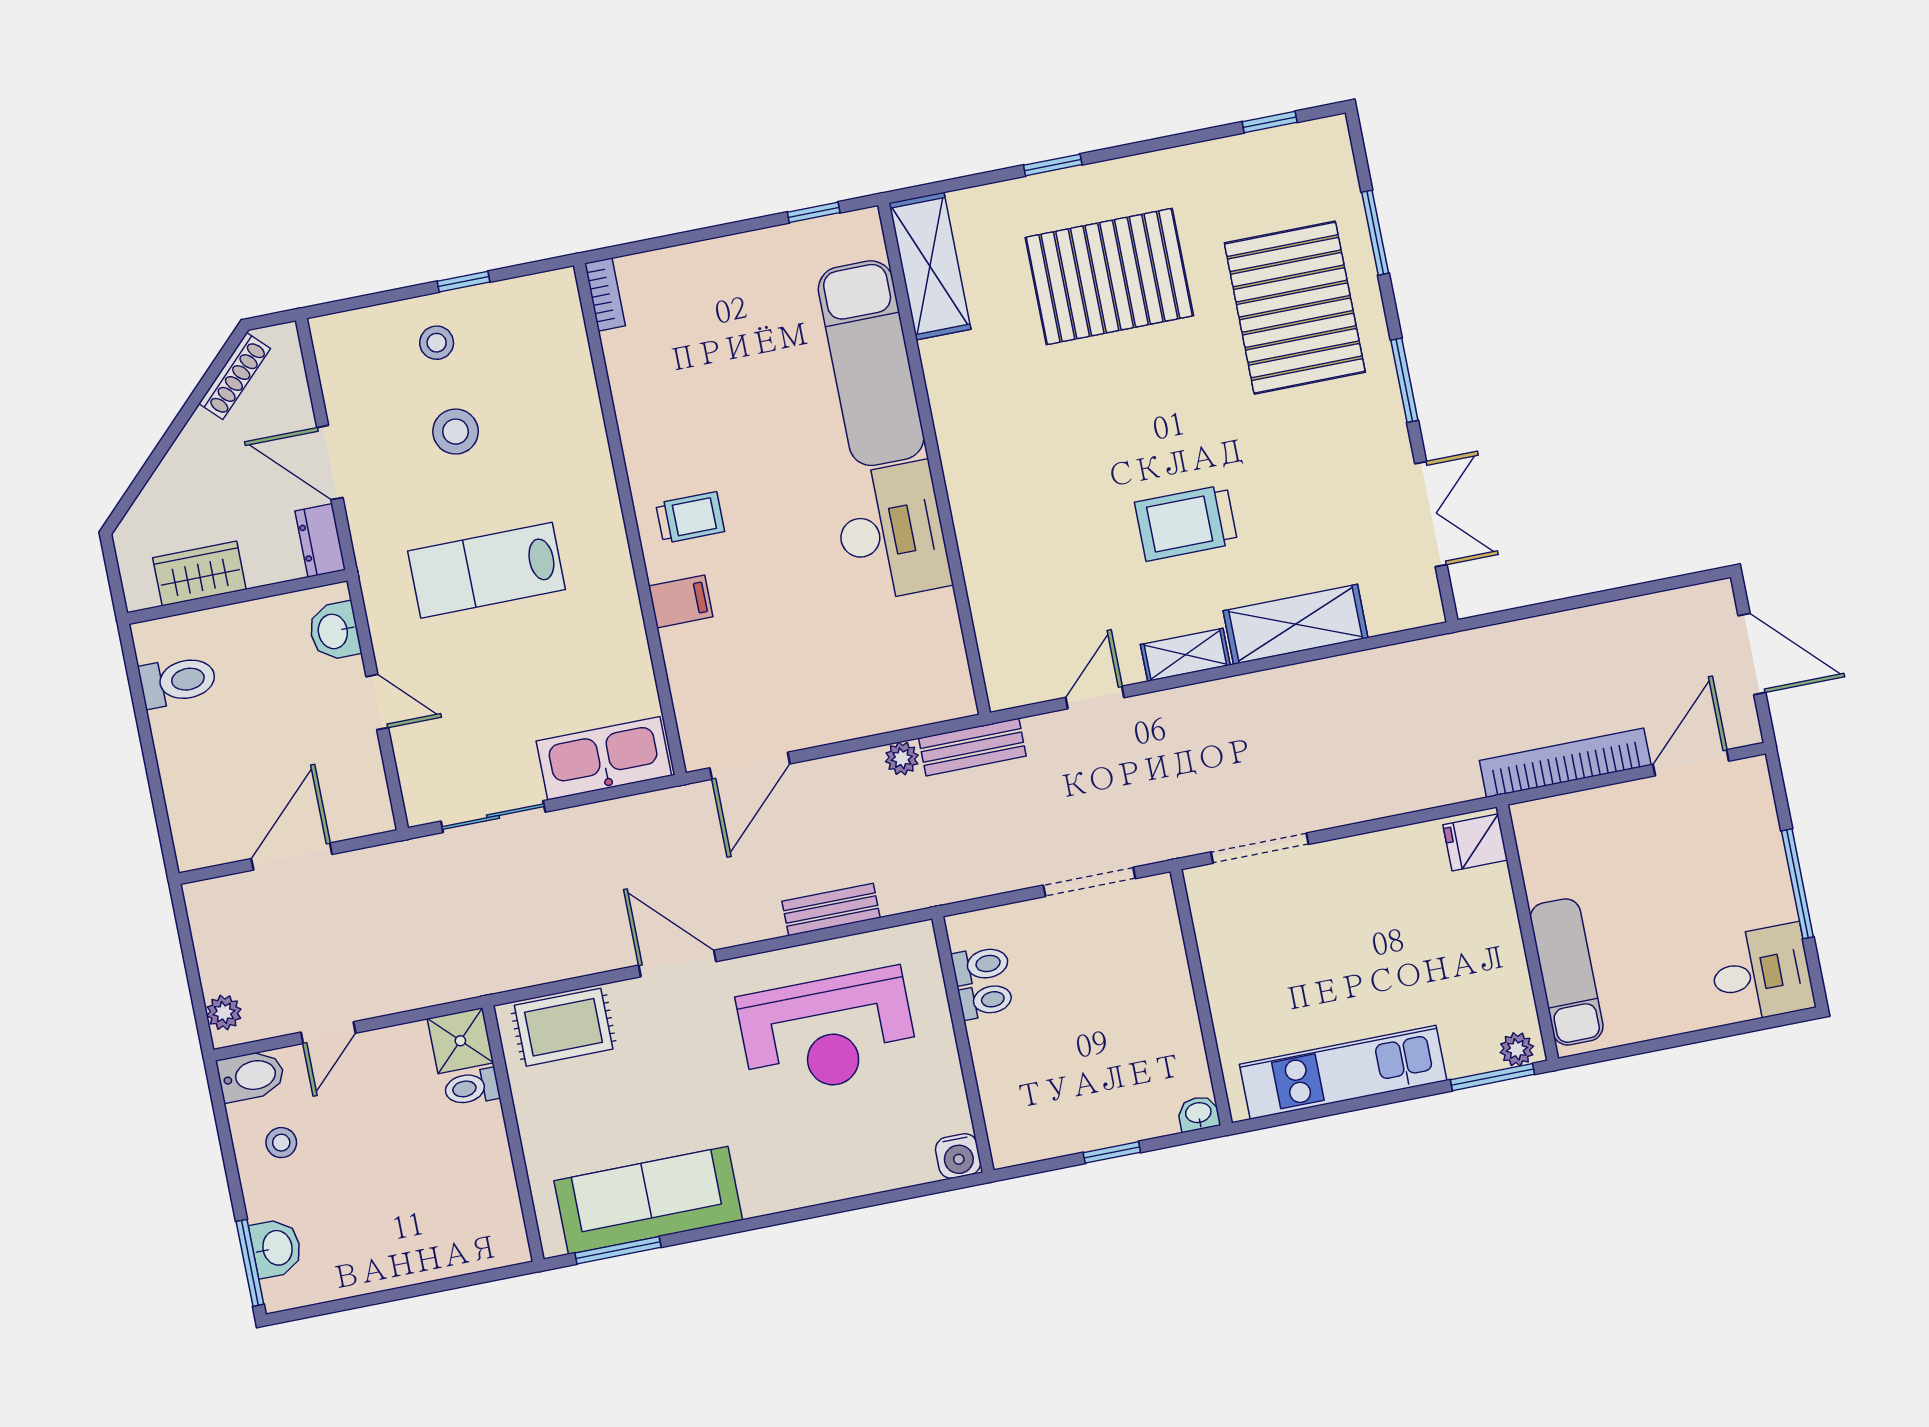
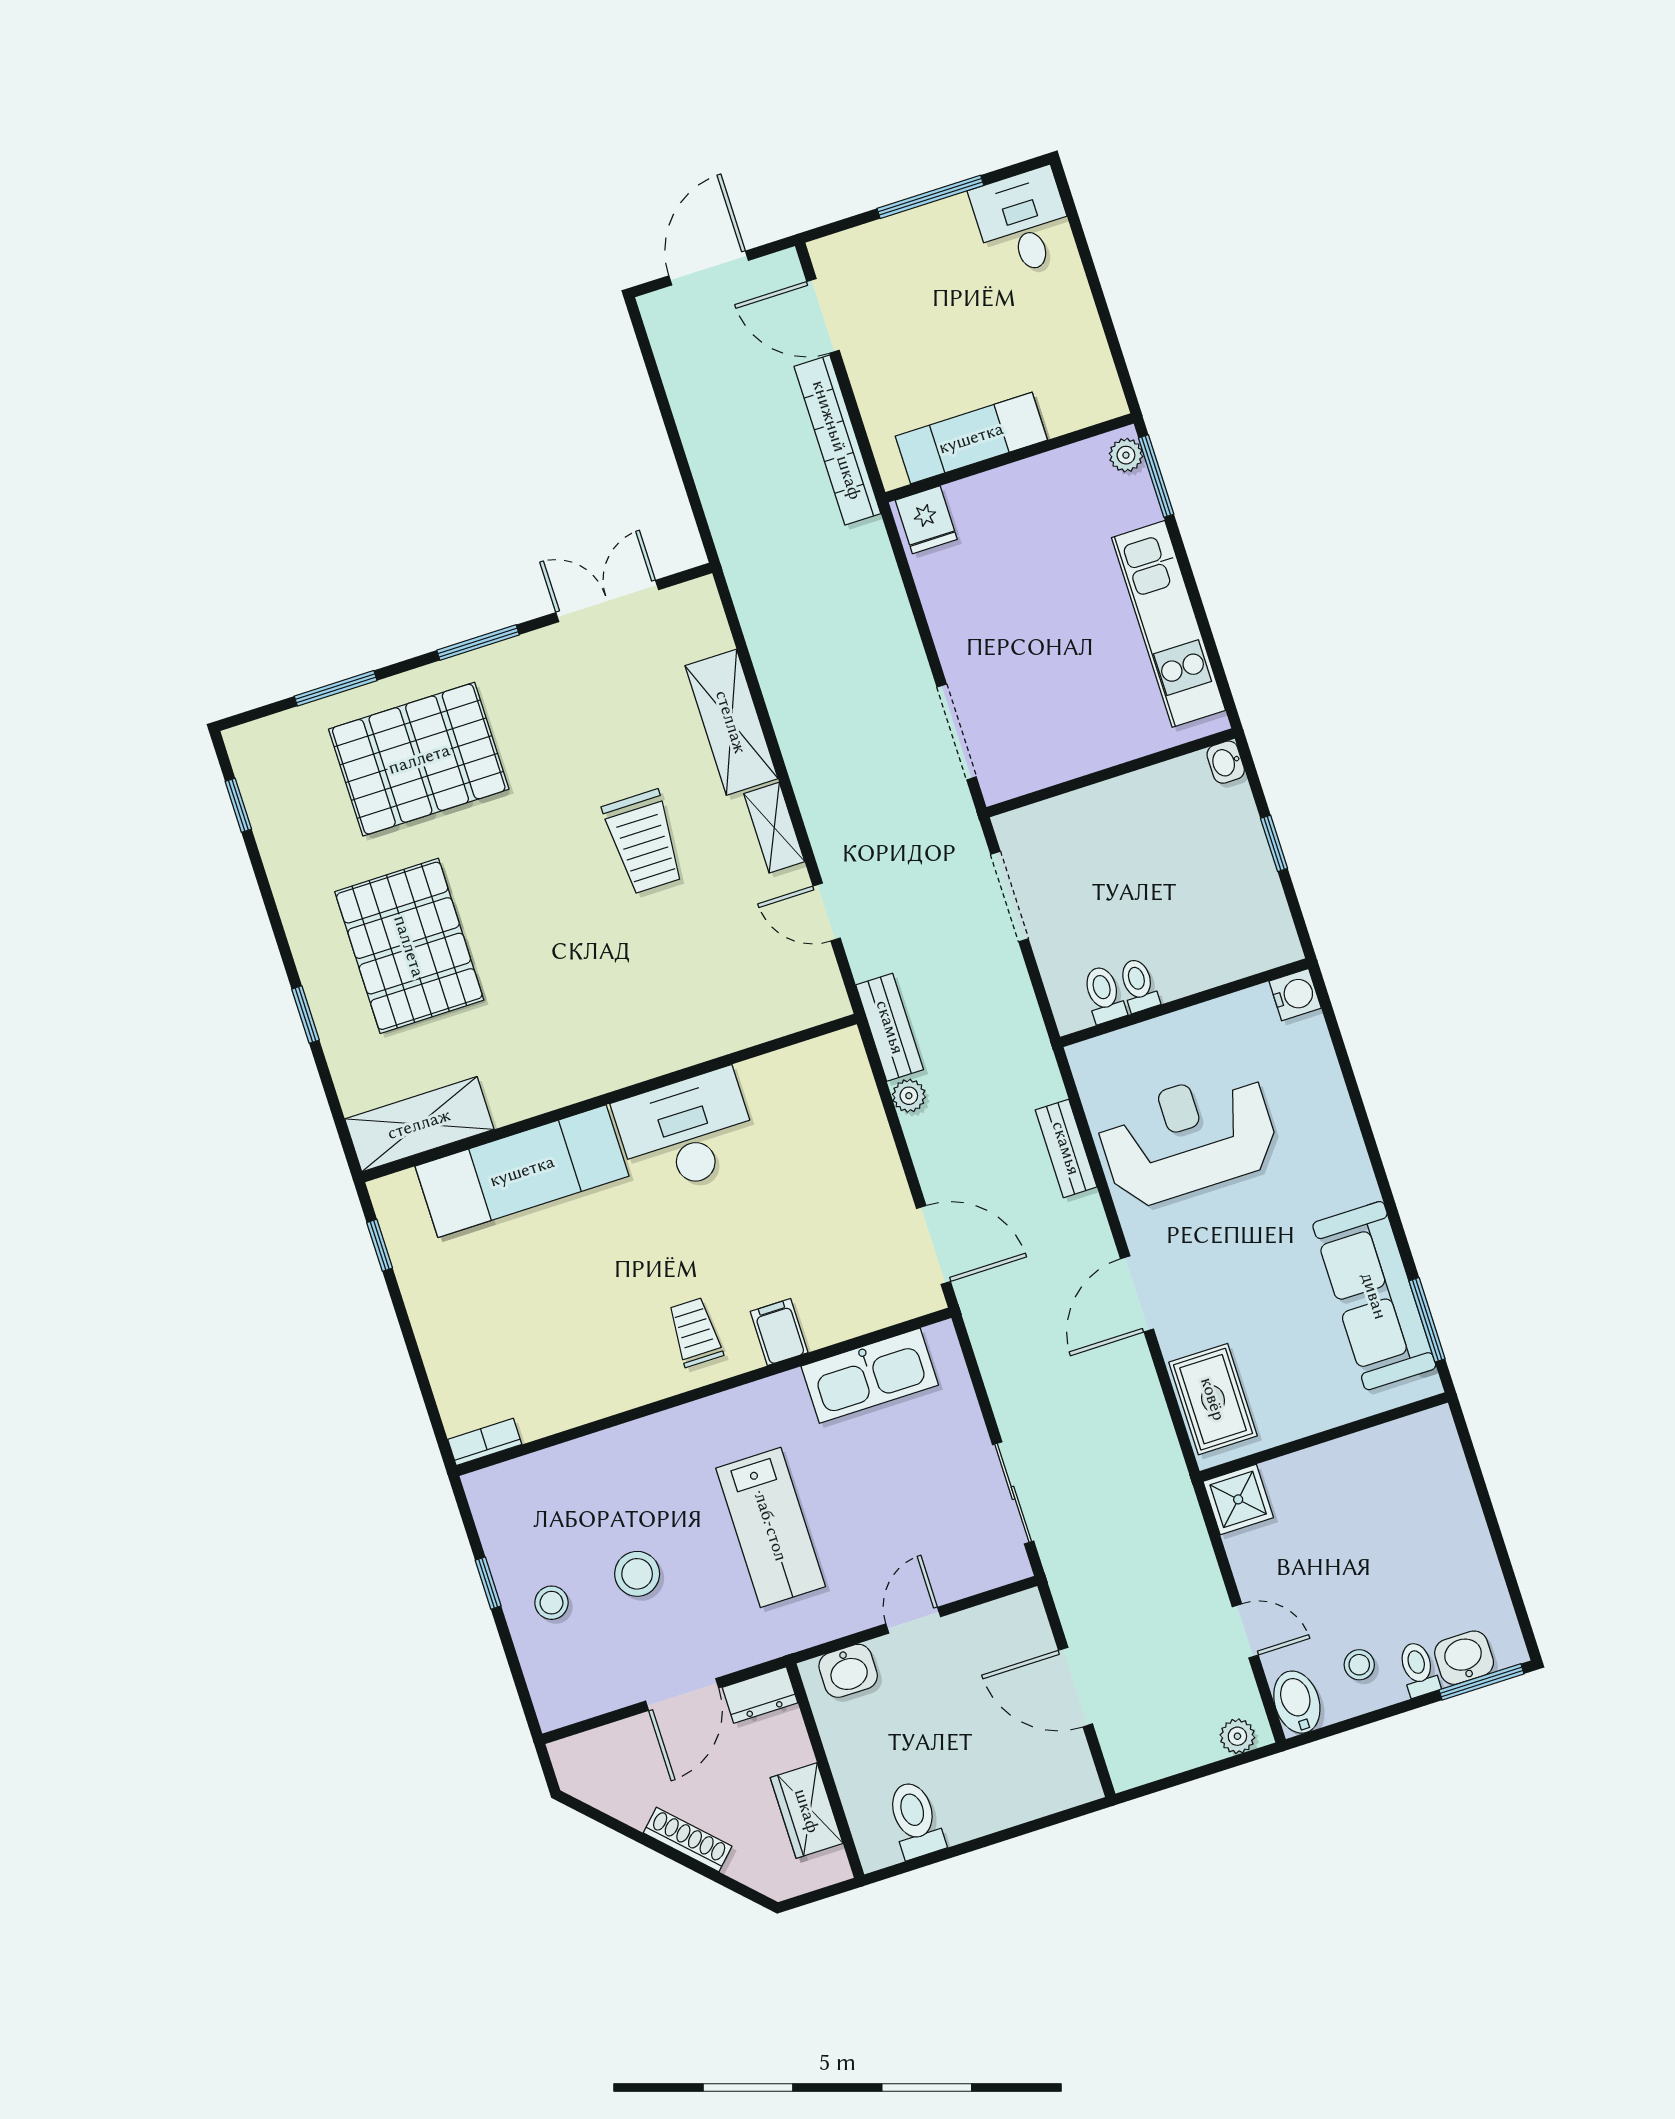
shoe rack: (235, 376) -> (688, 1839), moved
kitchen sink: (604, 758) -> (870, 1376), moved, turned -90
exam couch: (1567, 972) -> (971, 438), moved
reception desk: (828, 1032) -> (1188, 1138), turned -90
toilet: (472, 1087) -> (1418, 1669), moved, turned 180

